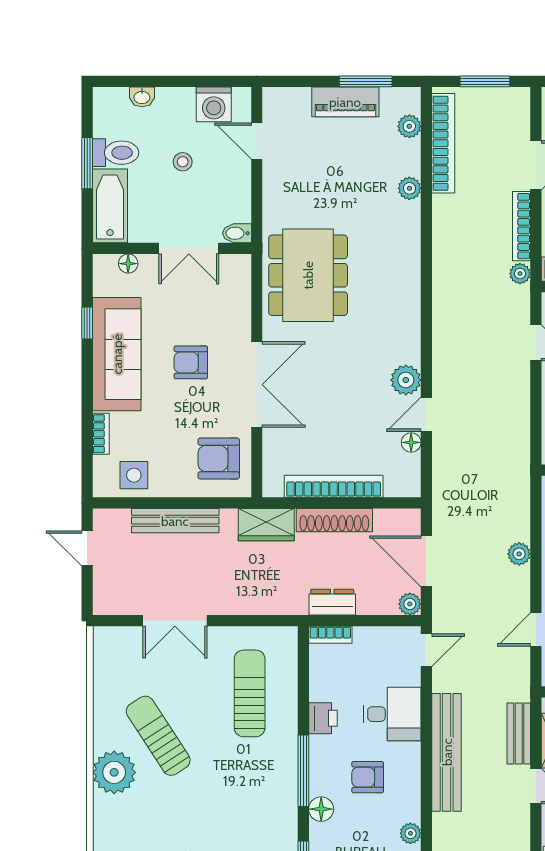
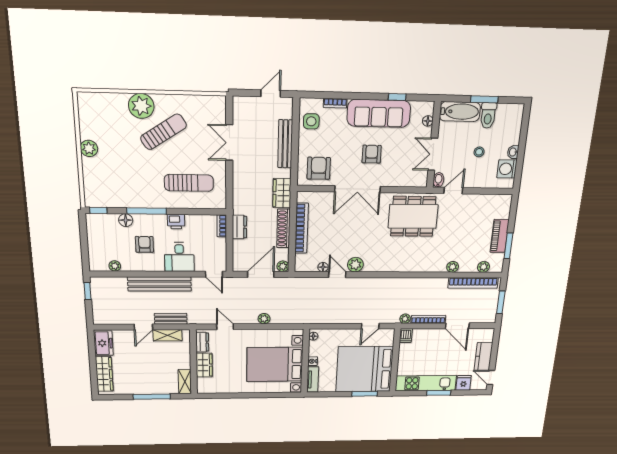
washbasin: (142, 97) -> (513, 152), moved
door: (257, 141) -> (453, 191), moved
plant: (410, 604) -> (283, 266), moved

